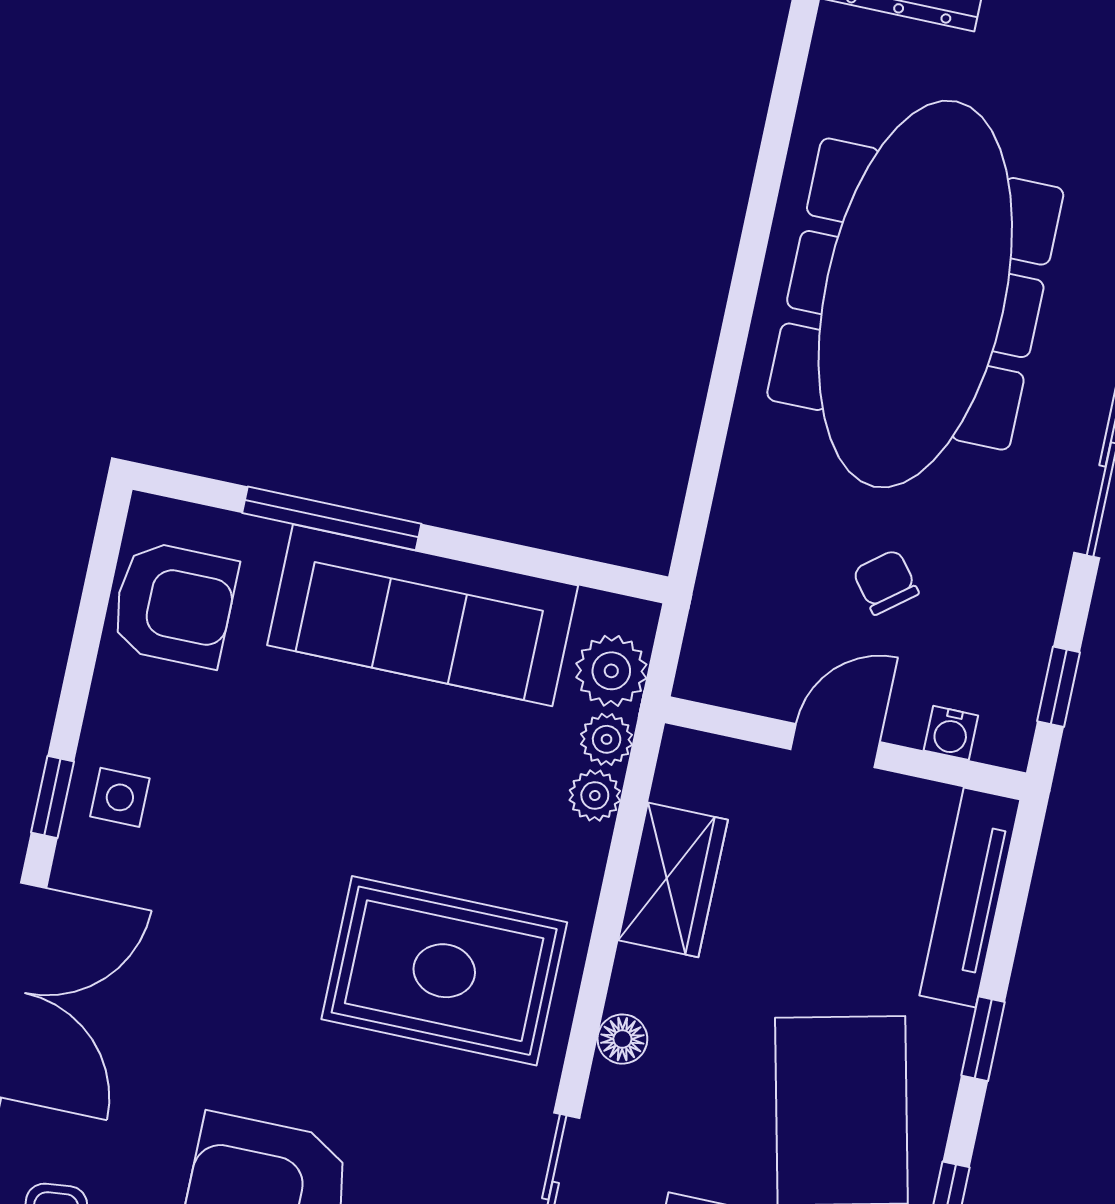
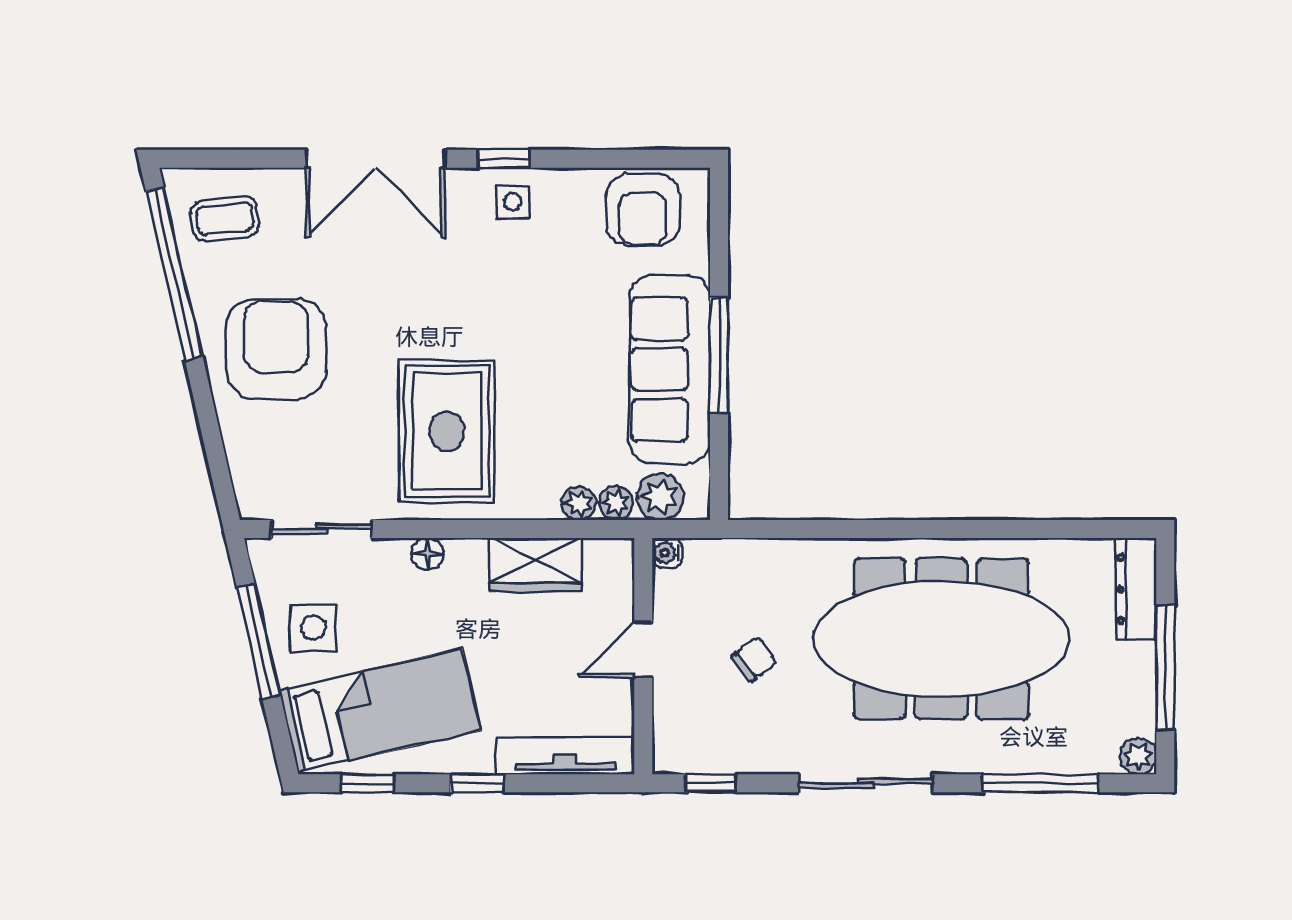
window: (332, 518) -> (719, 356), moved
water cooler: (951, 733) -> (667, 553), moved
door: (835, 746) -> (643, 649), swing flipped

